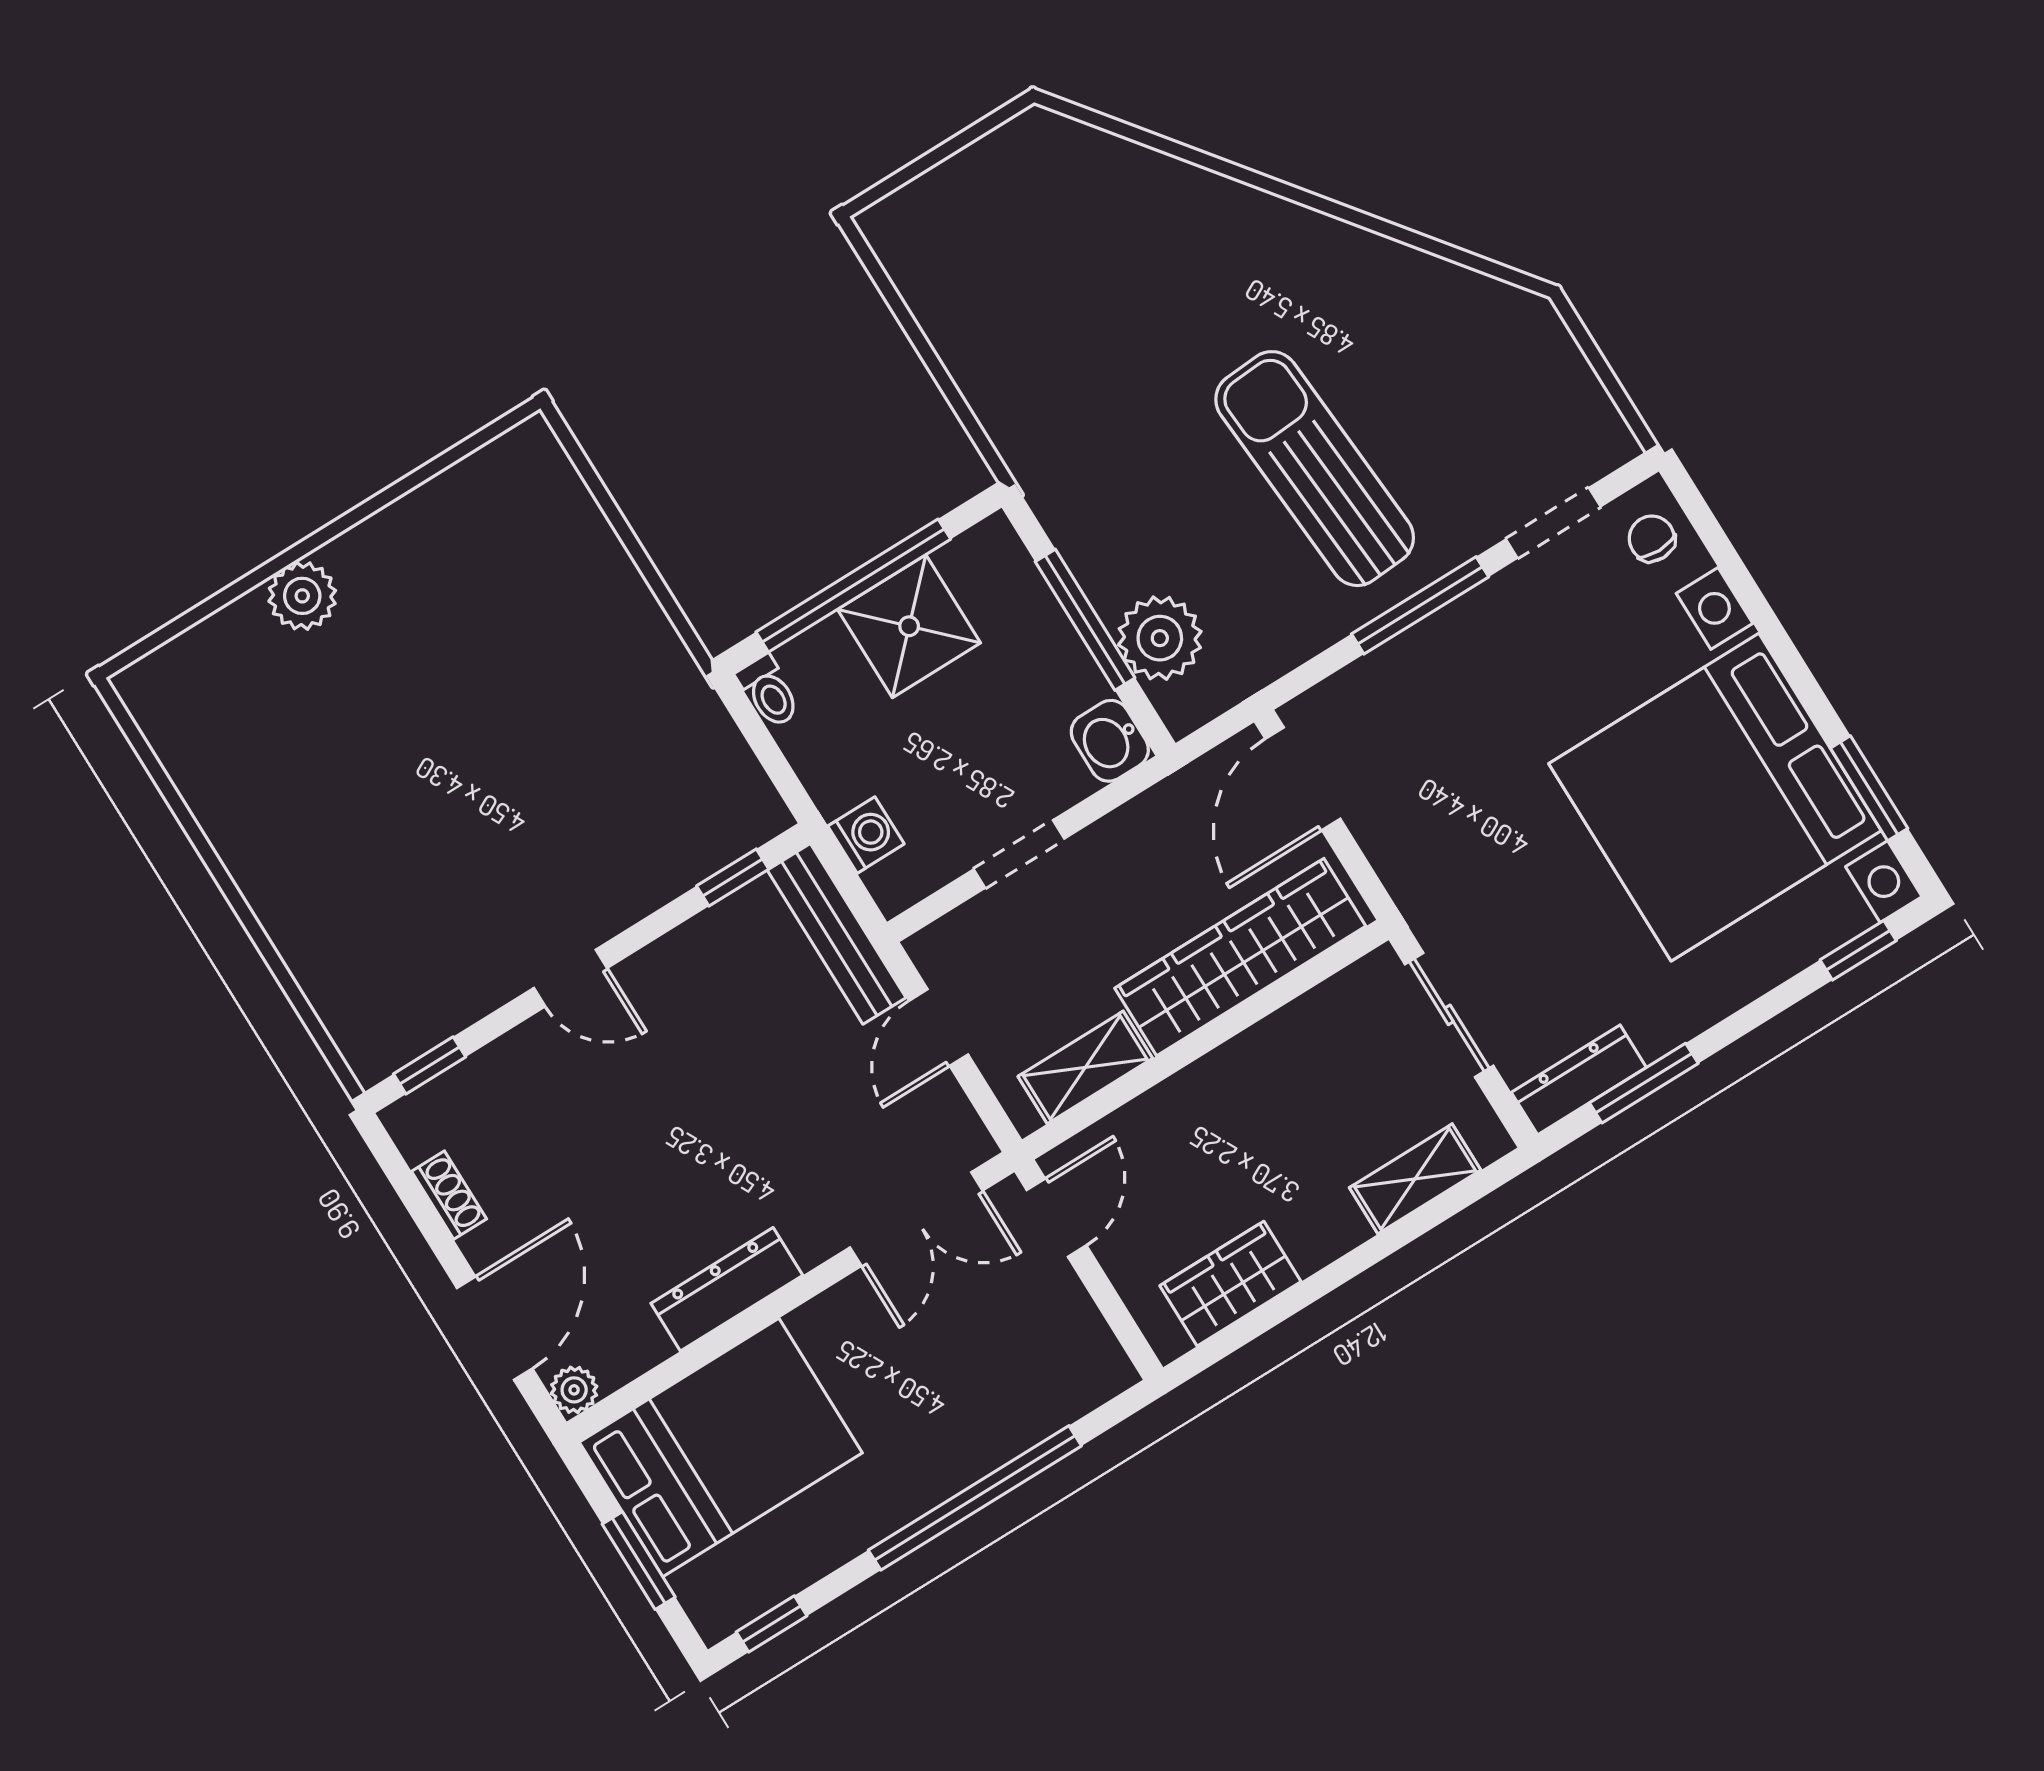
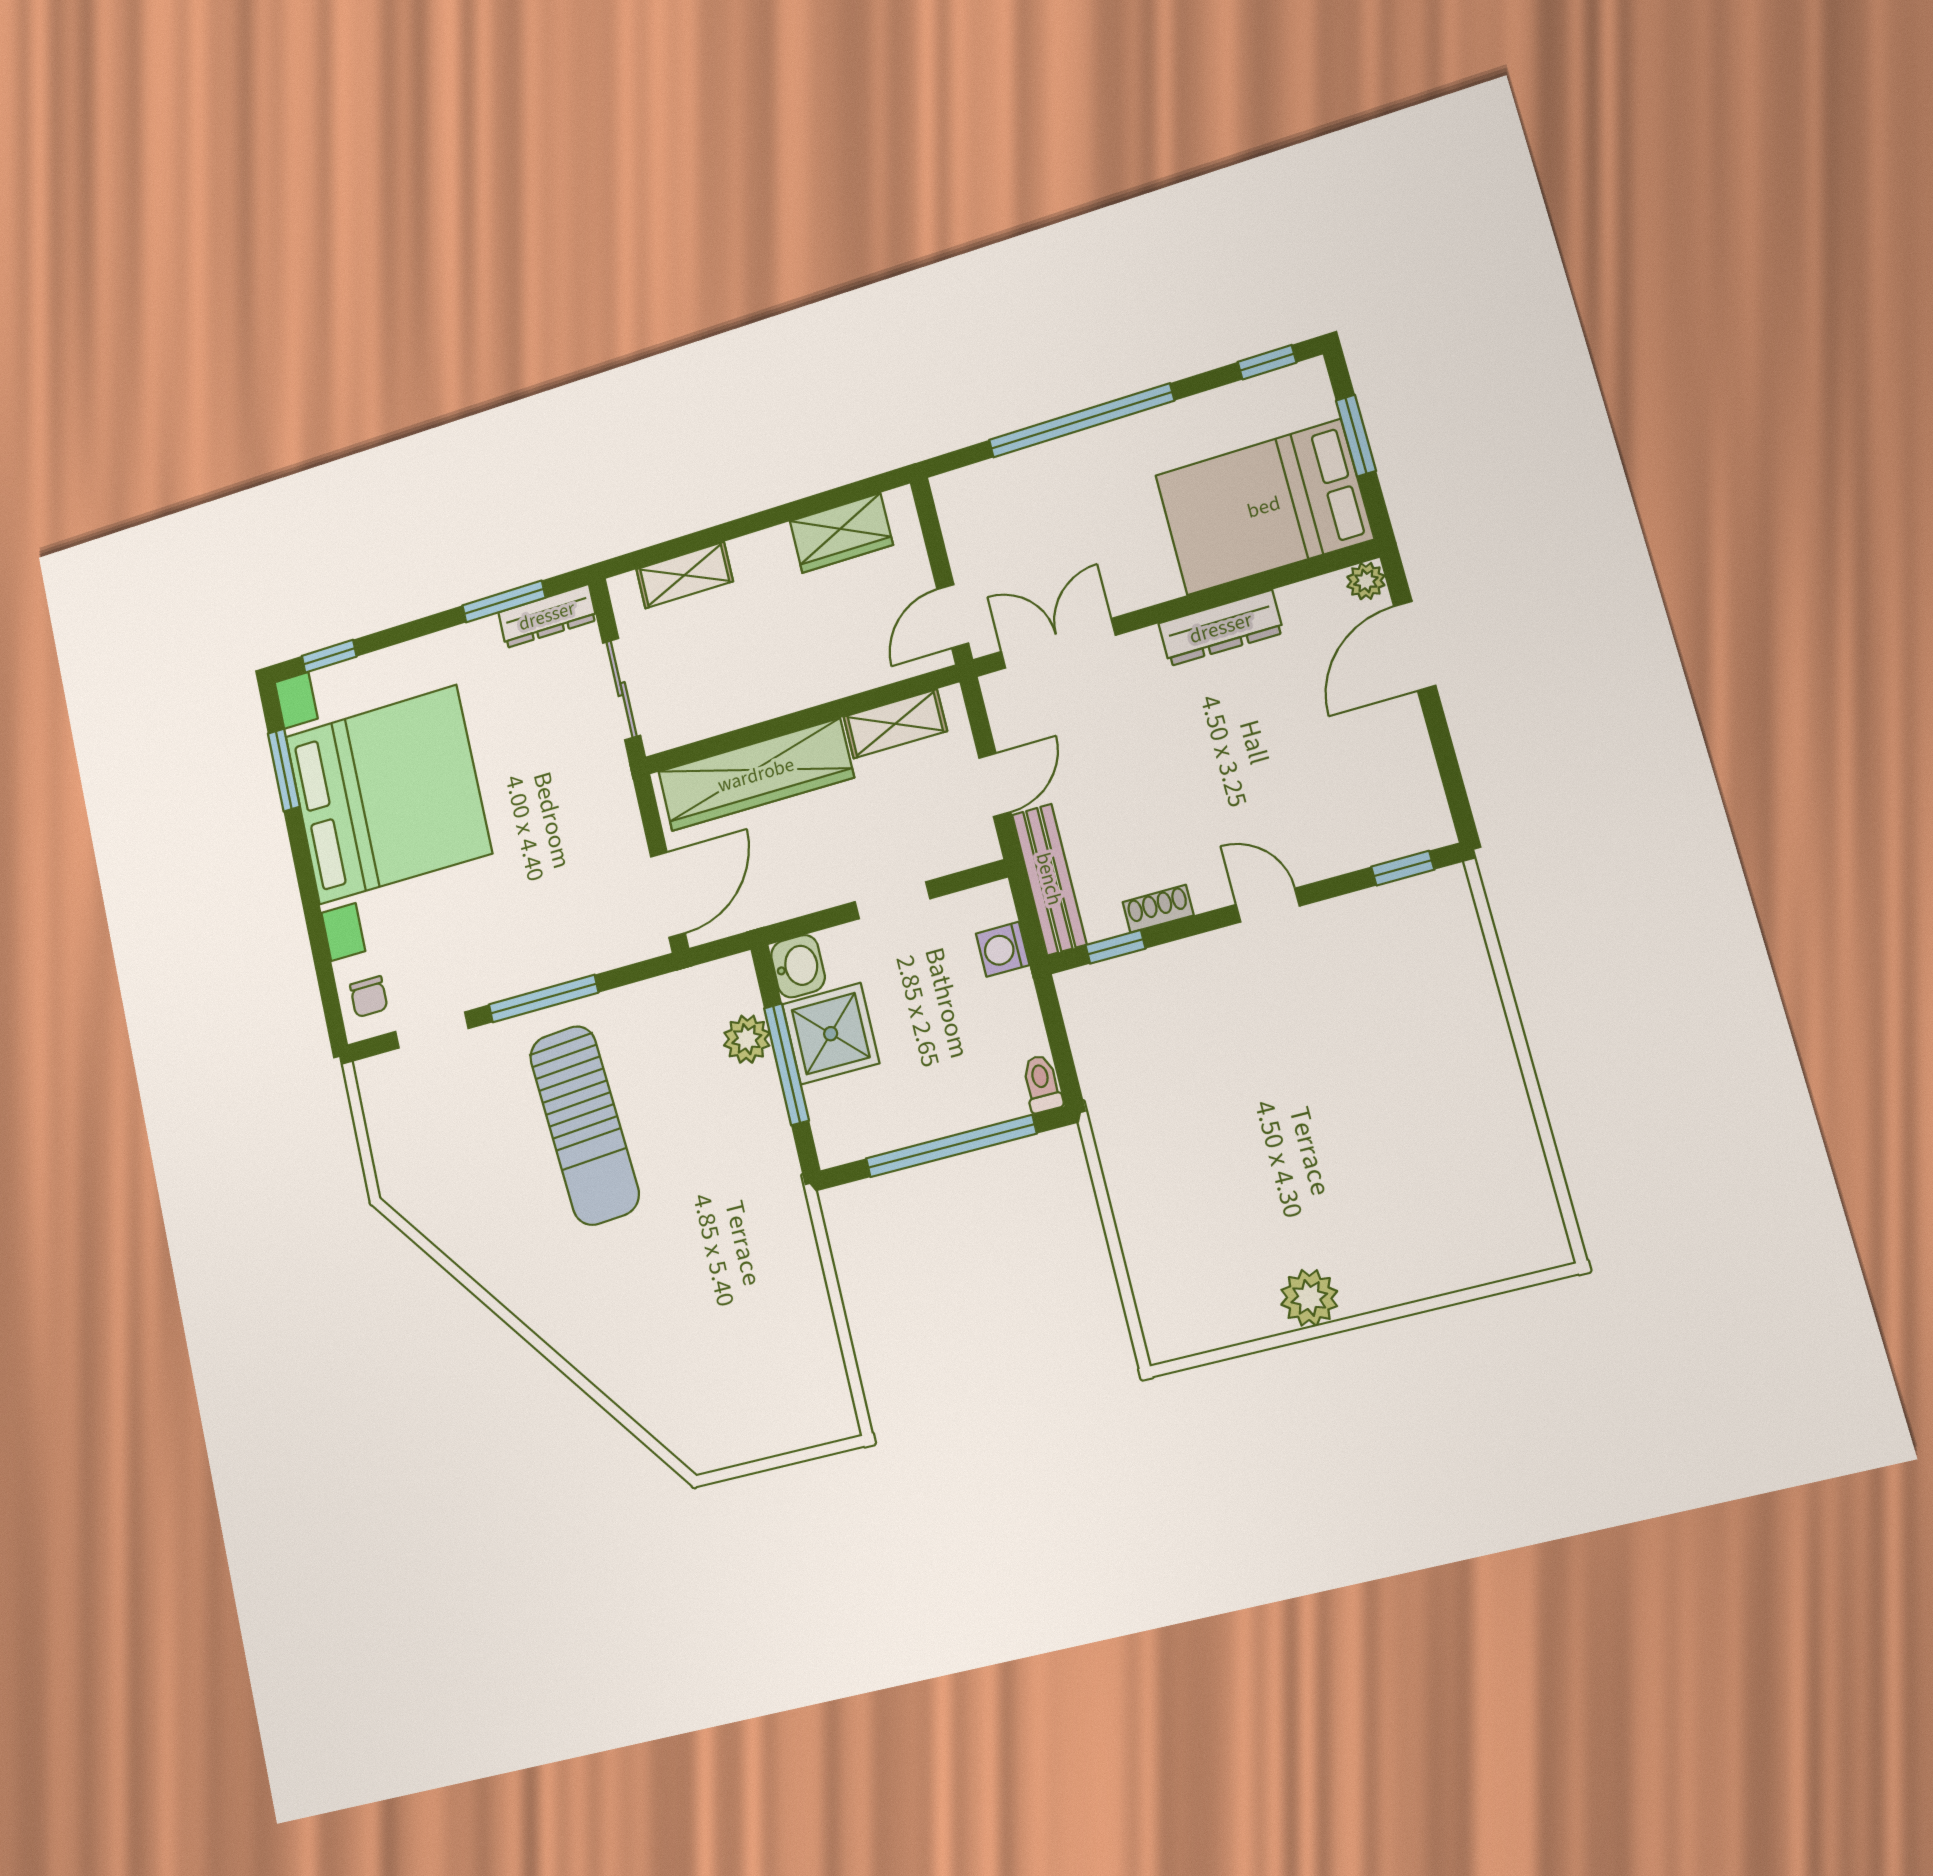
plant: (302, 596) -> (1309, 1298), moved
shower: (909, 626) -> (831, 1034), moved
plant: (1160, 638) -> (747, 1039), width x0.73, depth x0.73
shoe rack: (449, 1195) -> (1158, 909), moved, turned 90

